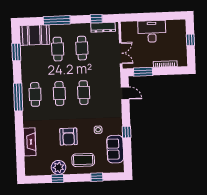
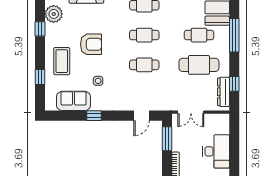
cafe table: (82, 48) -> (199, 65), width x1.37, depth x1.35
armchair: (69, 137) -> (91, 44), turned 180
plant: (58, 167) -> (54, 14), moved

